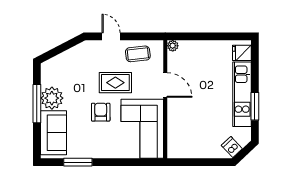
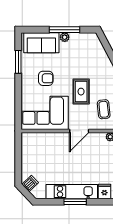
plant: (52, 98) -> (65, 37), width x0.53, depth x0.53
window: (255, 106) -> (75, 202), moved
armchair: (101, 112) -> (46, 78), moved

